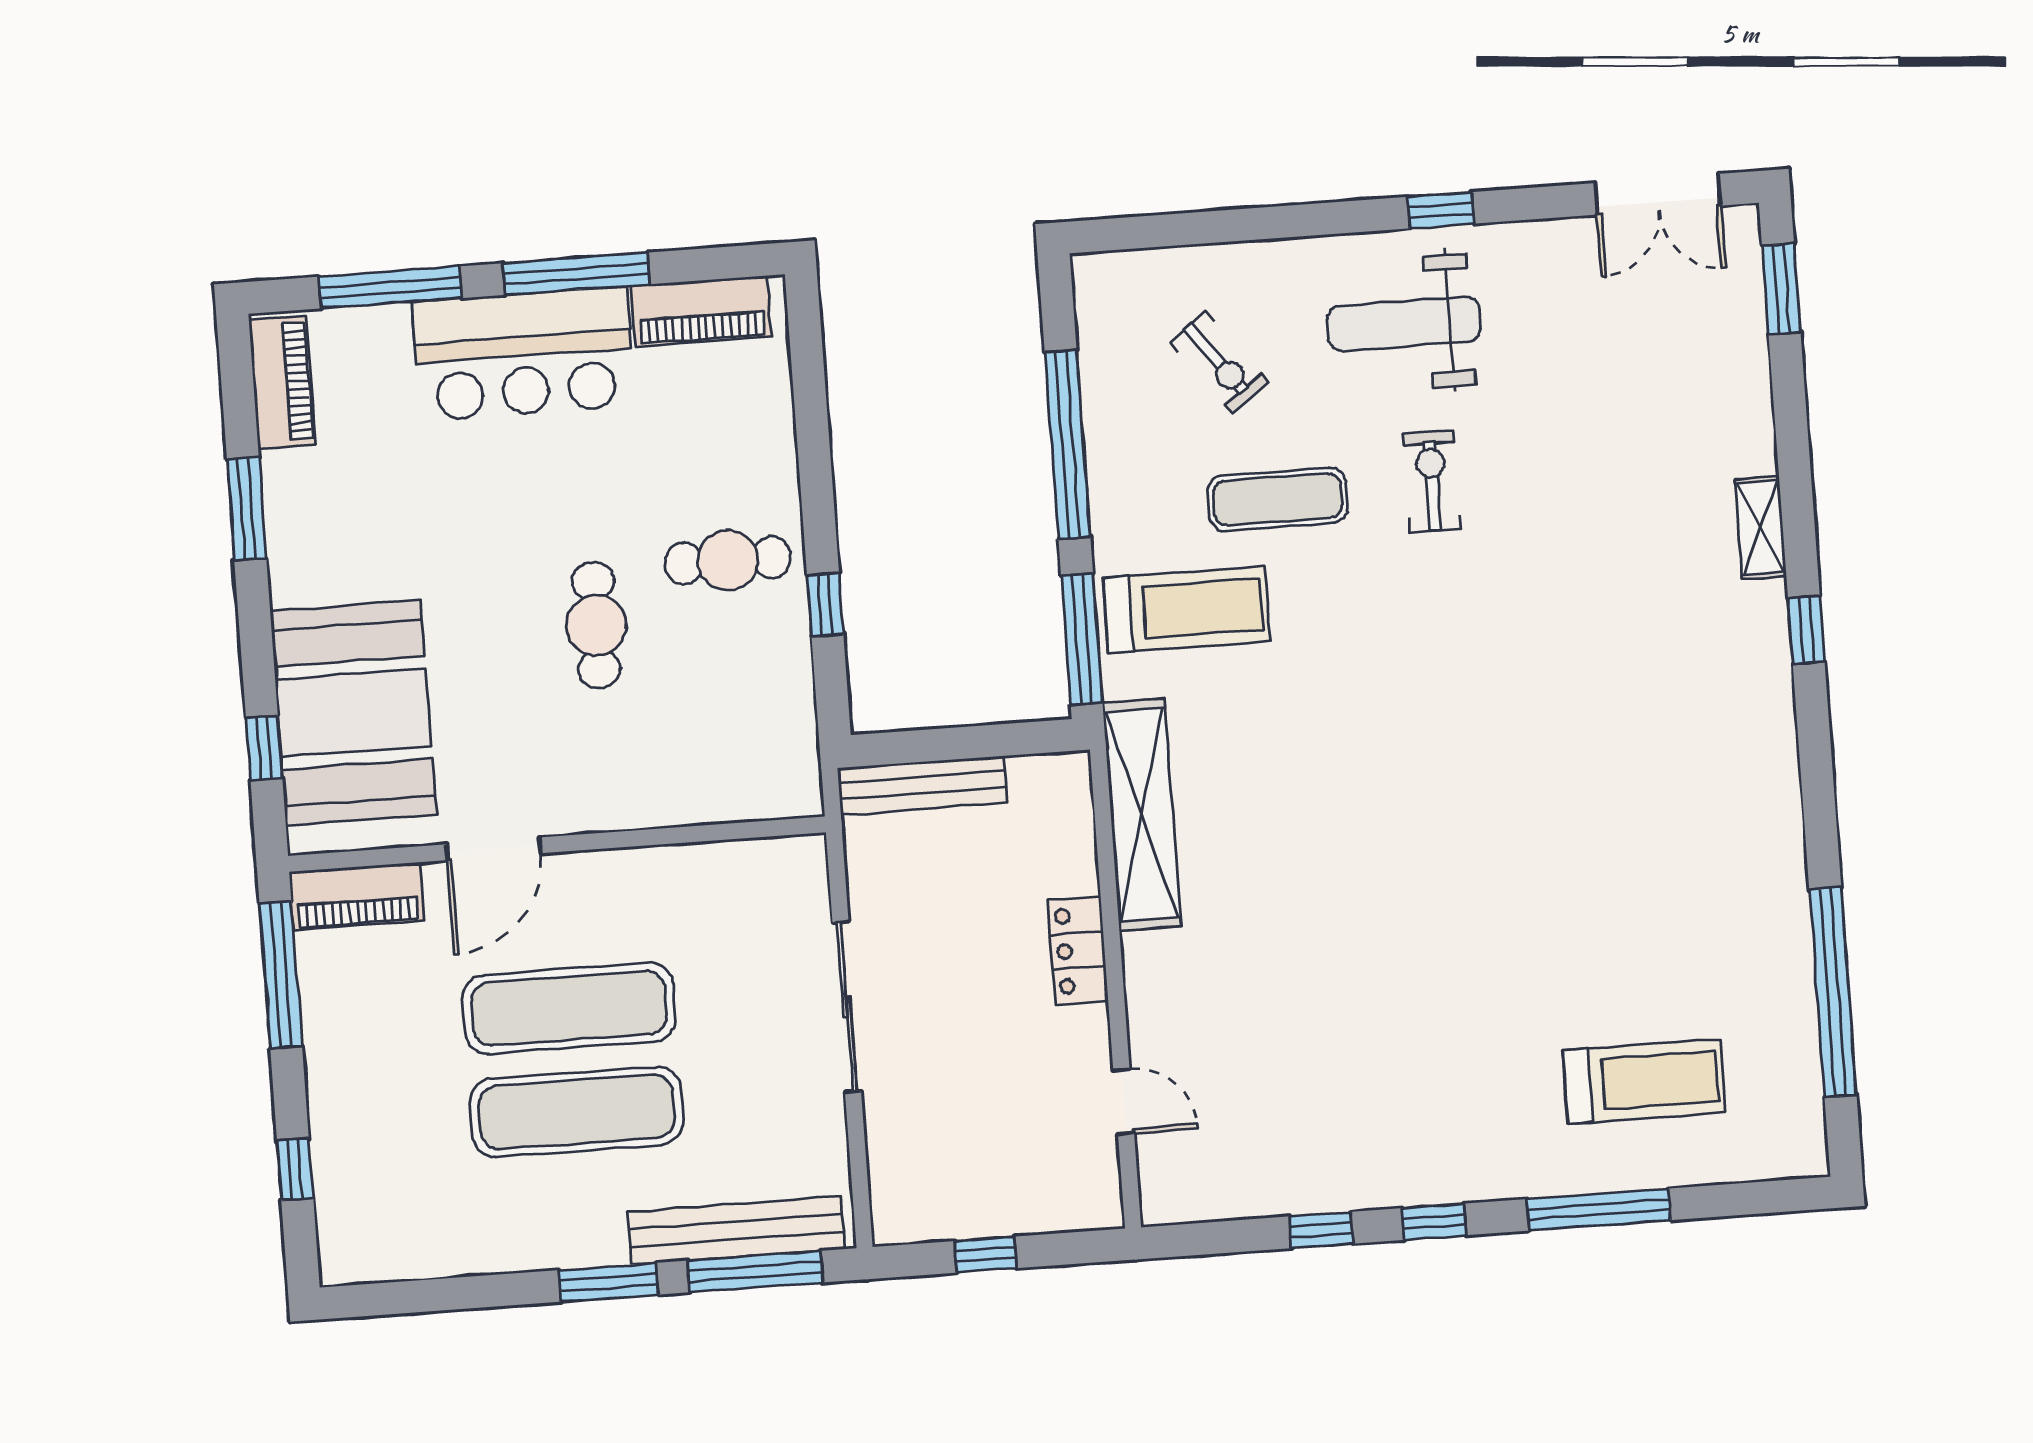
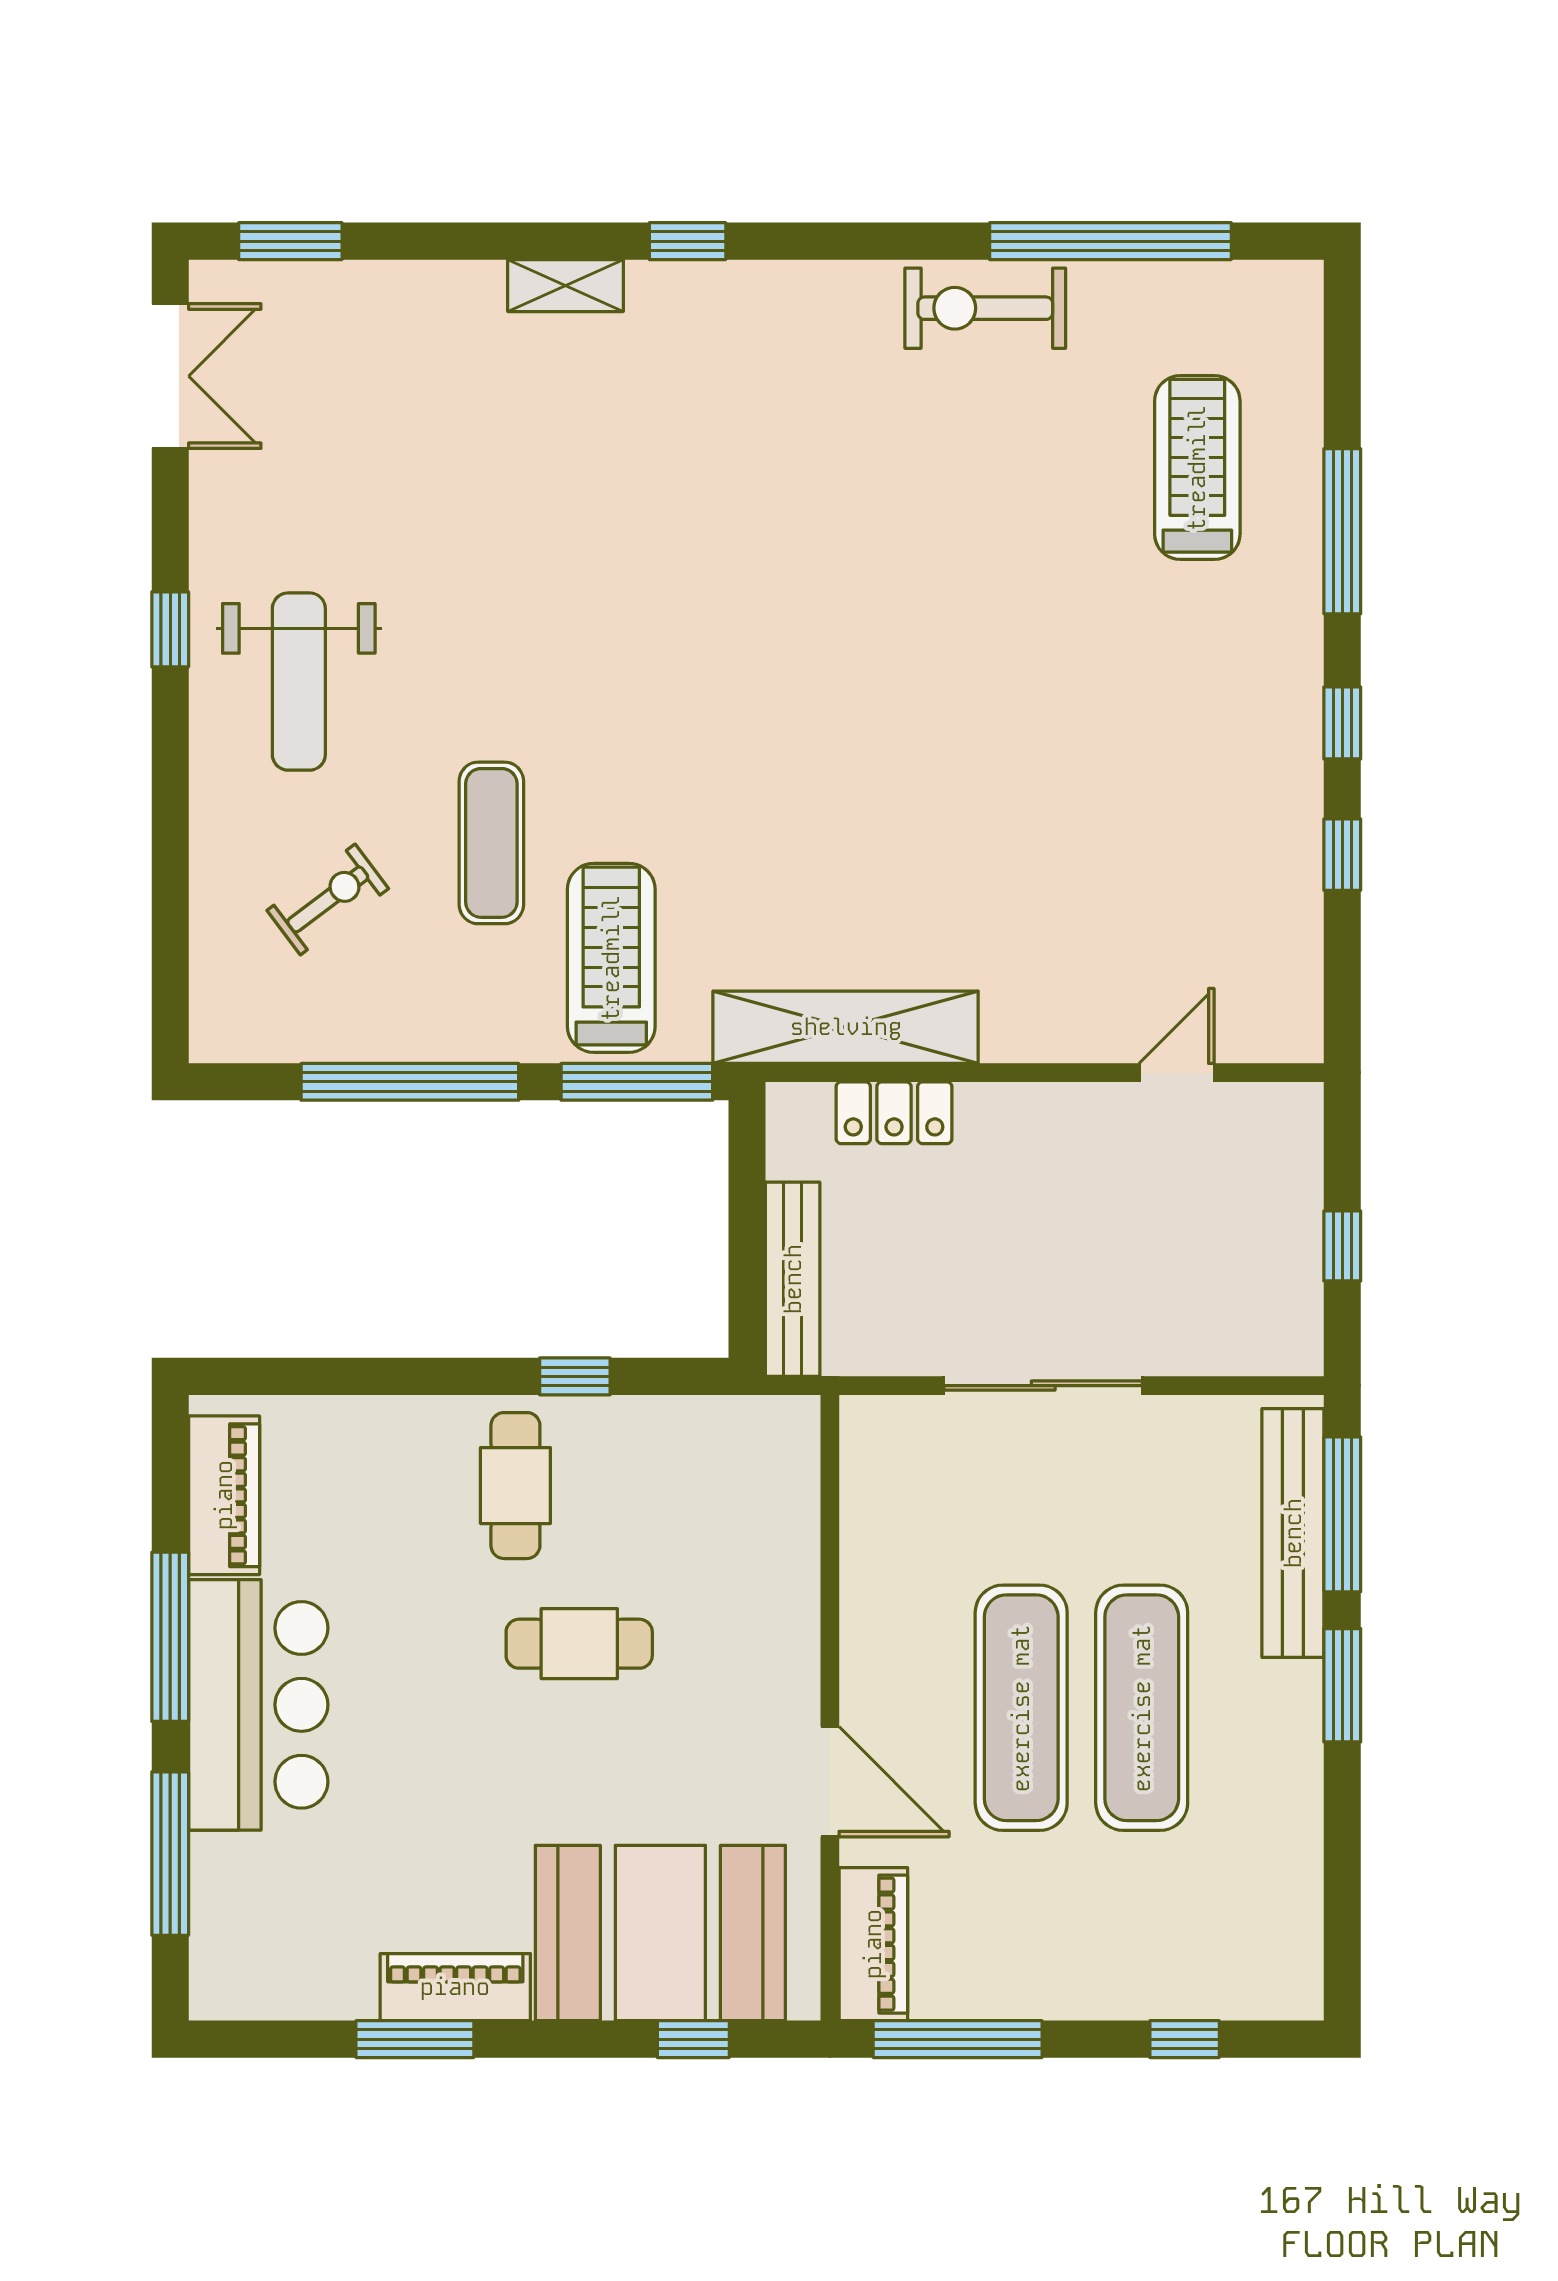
piano: (282, 382) -> (455, 1987), moved
exercise bike: (1432, 481) -> (985, 308), moved, width x1.38, depth x1.39
locker: (1078, 951) -> (894, 1113), moved

